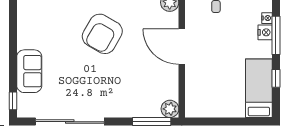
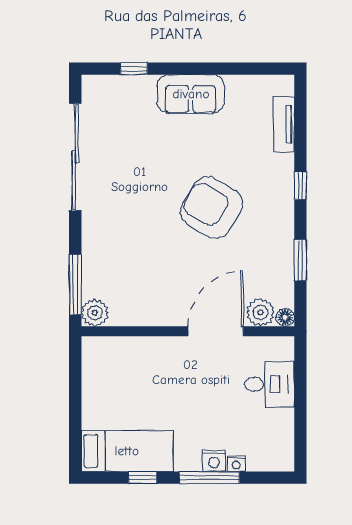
door: (182, 47) -> (216, 331), moved
sofa: (29, 71) -> (191, 94), moved
window: (13, 101) -> (134, 69), moved

